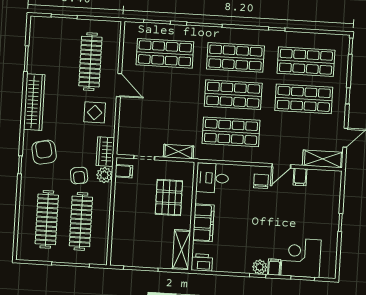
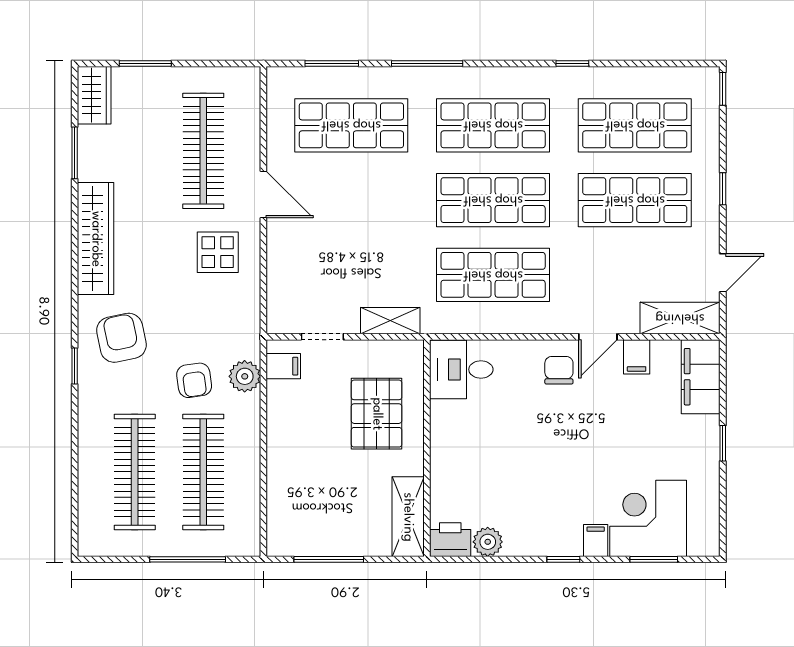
wardrobe: (105, 152) -> (94, 95), moved, turned 180
filing cabinet: (204, 223) -> (701, 377), moved, turned 180
plant: (260, 267) -> (488, 542), moved

